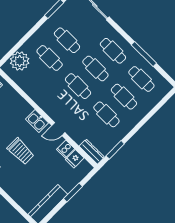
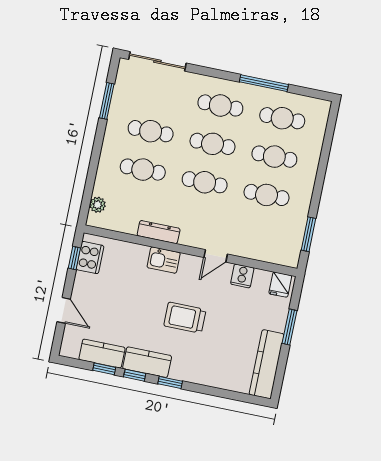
plant: (20, 61) -> (98, 205), width x0.53, depth x0.53
kitchen sink: (37, 121) -> (164, 260), moved
trolley: (21, 151) -> (185, 318), turned 180
dresser: (92, 152) -> (159, 232), moved
fridge: (75, 159) -> (280, 285), moved

